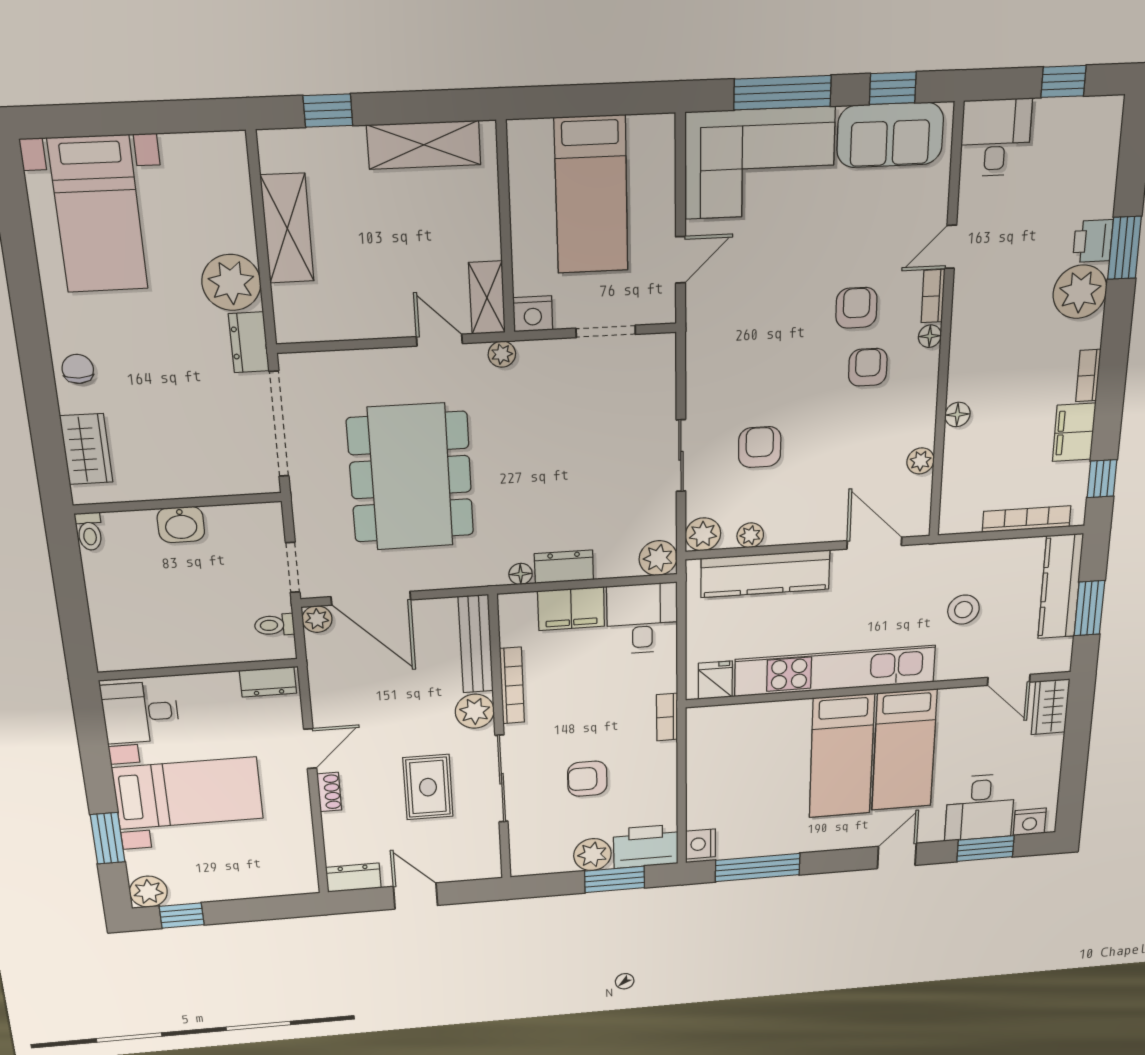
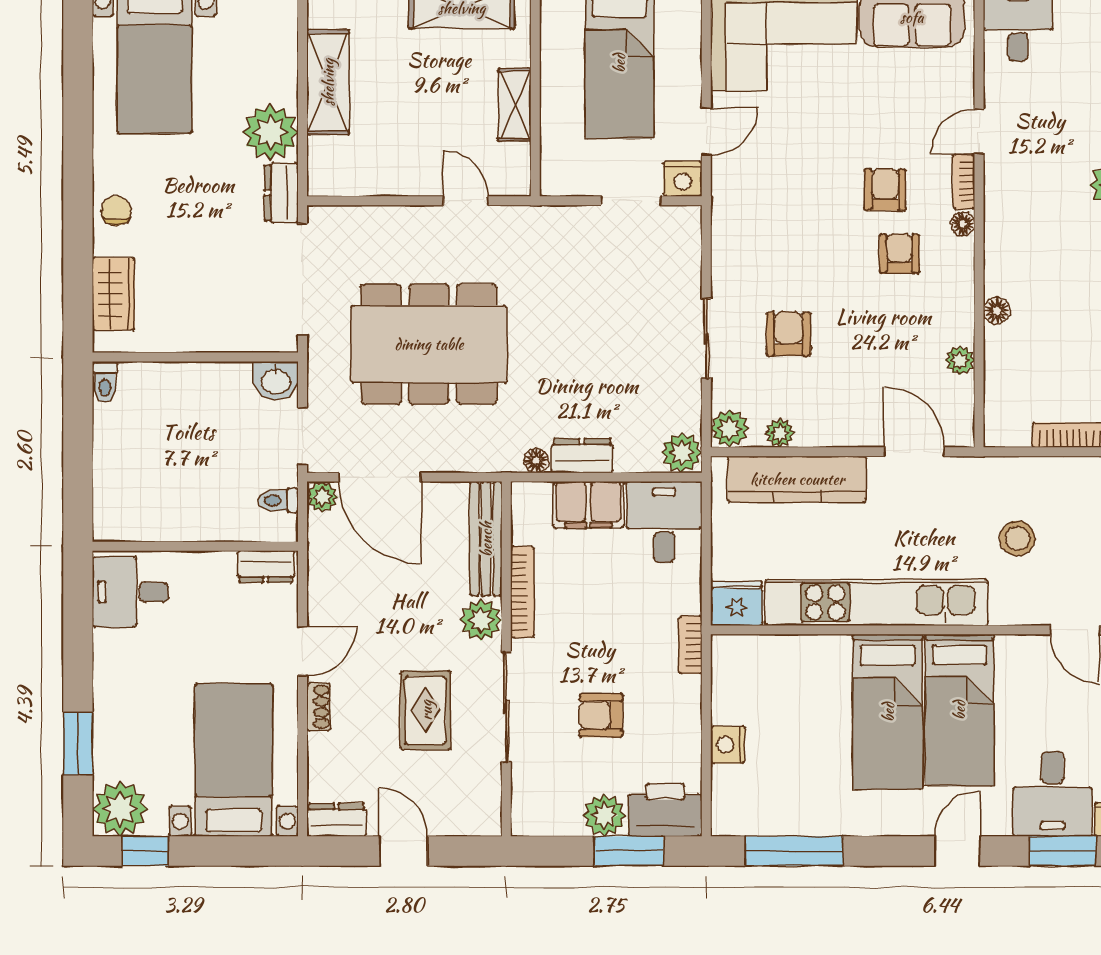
shelving: (487, 298) -> (515, 105), moved
nightstand: (533, 314) -> (683, 179), moved
plant: (502, 354) -> (527, 219), removed
dining table: (411, 477) -> (429, 344), turned 90
washbasin: (181, 525) -> (276, 381), moved
fridge: (715, 680) -> (736, 603), width x1.38
bed with nightstands: (188, 793) -> (234, 760), moved, turned -90
nightstand: (700, 844) -> (728, 745), moved
plant: (148, 892) -> (120, 809), width x1.36, depth x1.36

